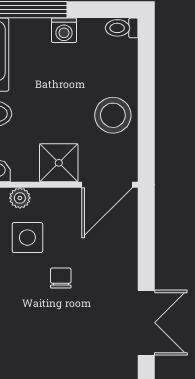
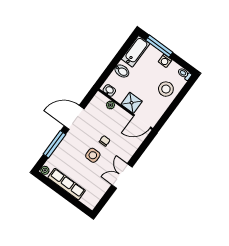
stool: (113, 115) -> (166, 89), moved
side table: (27, 238) -> (93, 155), moved
double door: (146, 323) -> (122, 176), swing flipped

